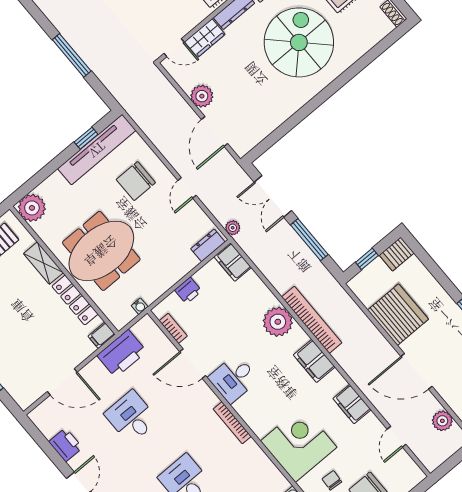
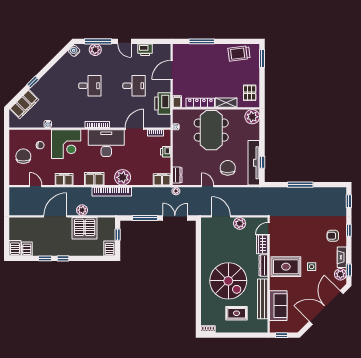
desk: (233, 379) -> (106, 143), width x1.87, depth x1.30
plant: (442, 421) -> (82, 210), moved

